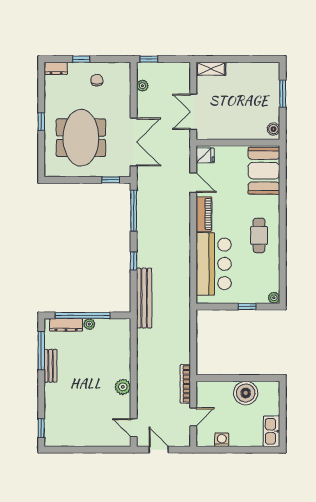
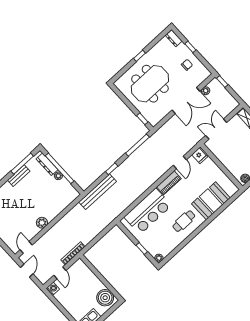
double door: (134, 142) -> (186, 101), moved
booth: (264, 171) -> (211, 201), moved
boiler: (246, 393) -> (105, 298), moved
door: (193, 417) -> (60, 273), hinge flipped
washing machine: (222, 440) -> (53, 289), moved

